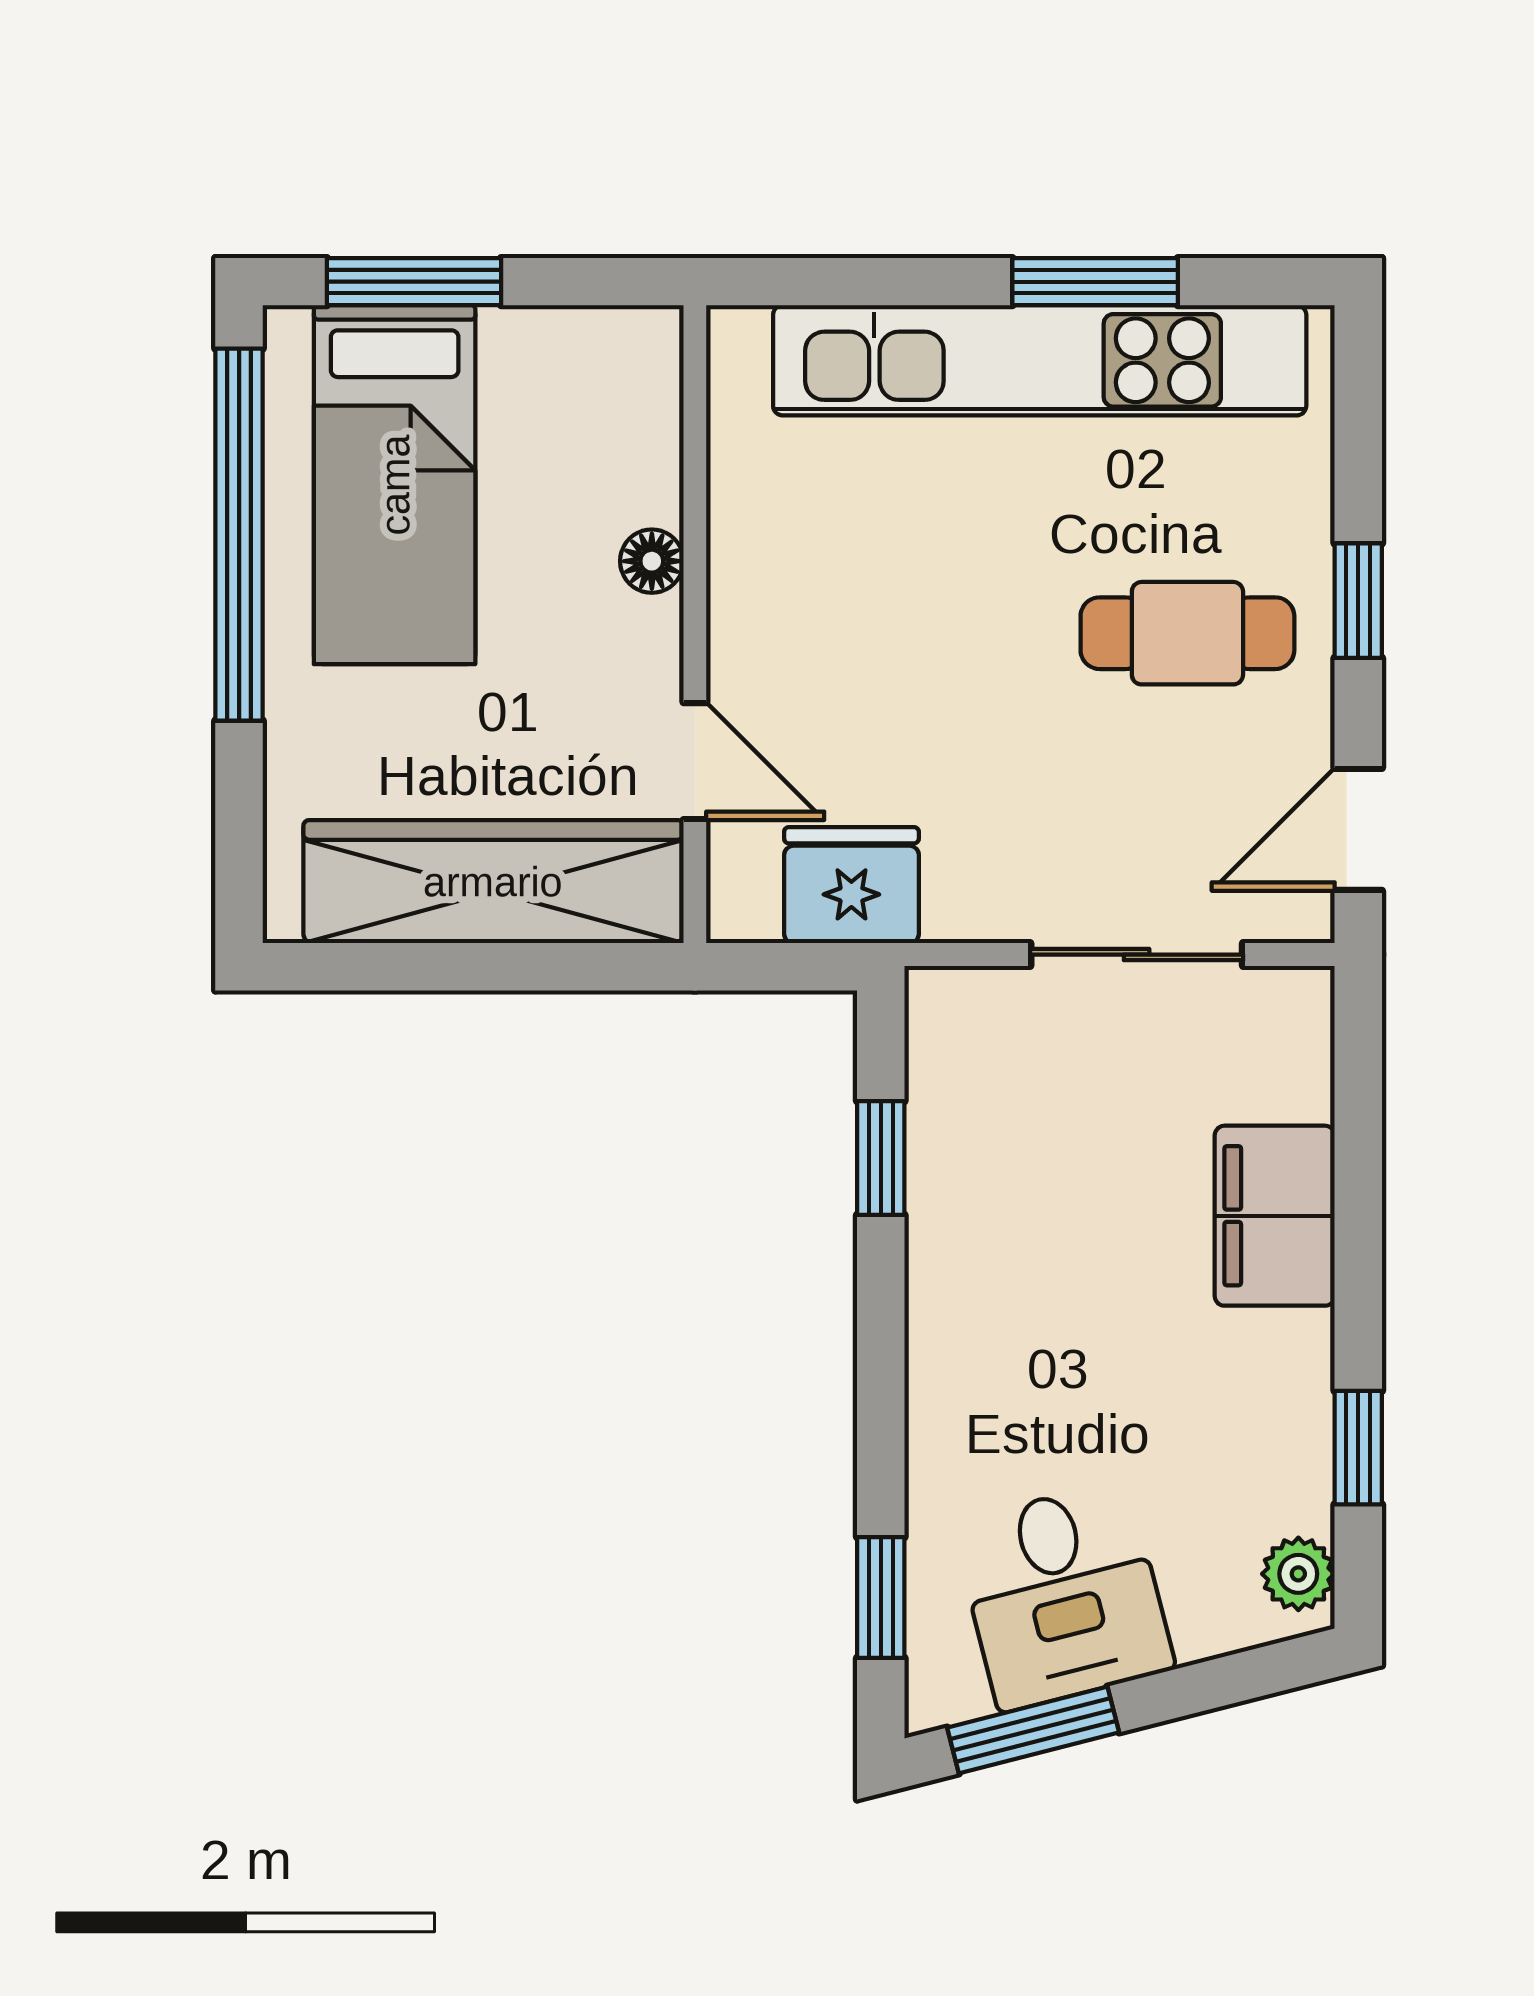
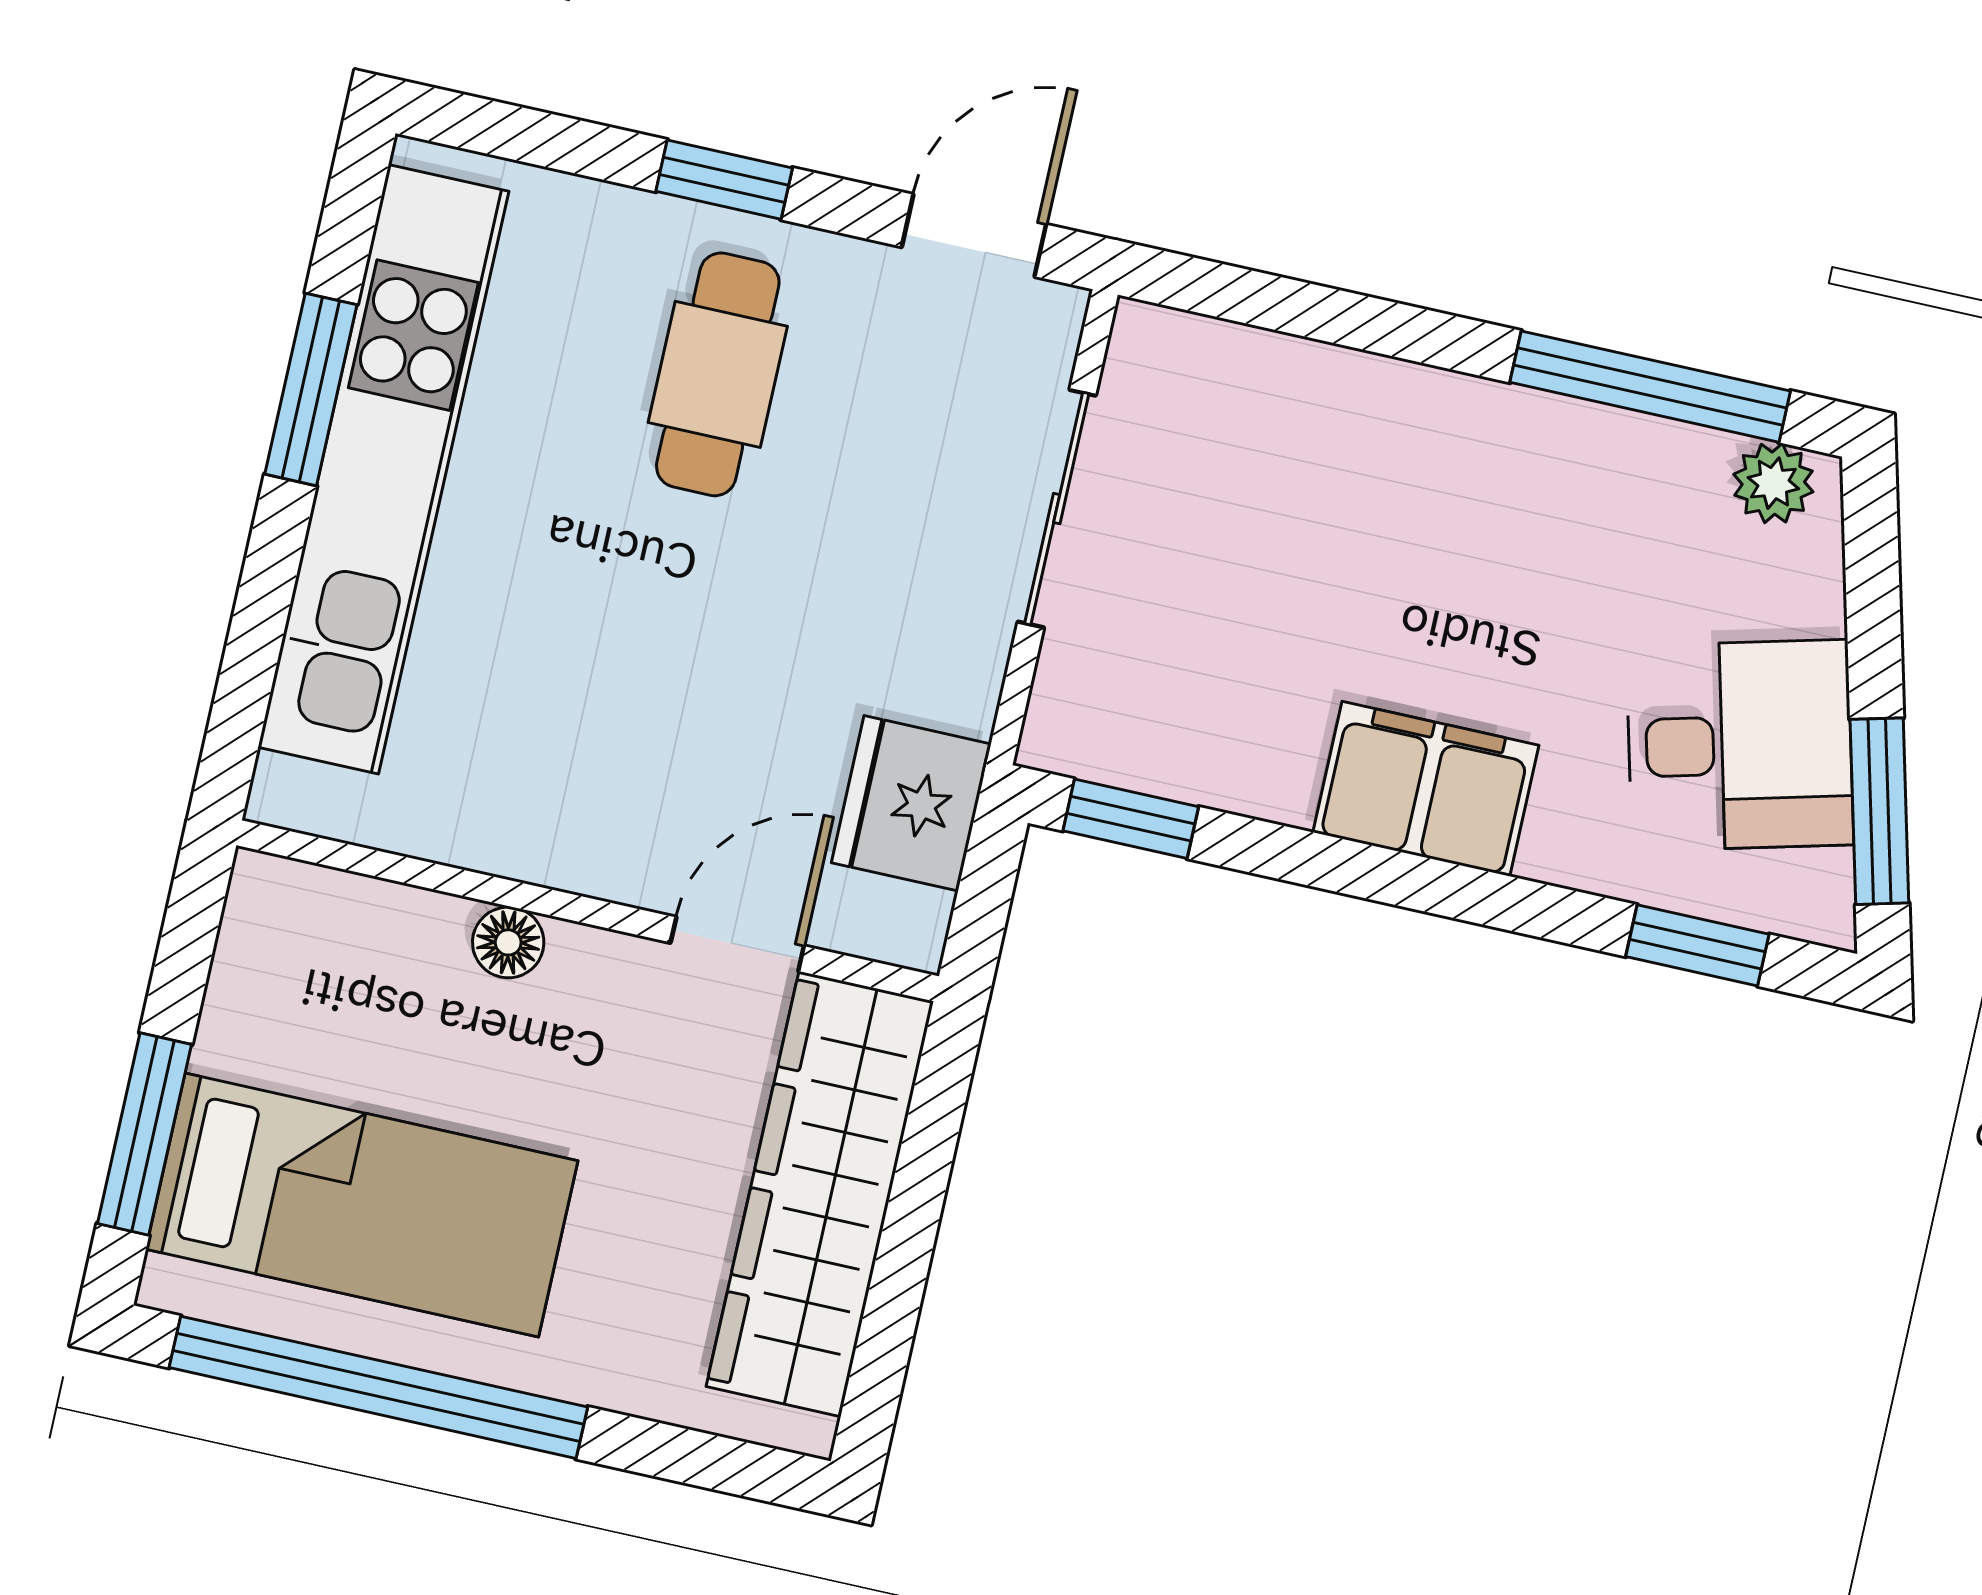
door: (1358, 829) -> (974, 236), swing flipped
window: (881, 1158) -> (1131, 819), moved
filing cabinet: (1275, 1216) -> (1426, 789), moved, turned 180
window: (1358, 1448) -> (1650, 387), width x2.17

